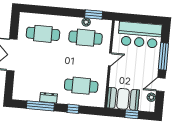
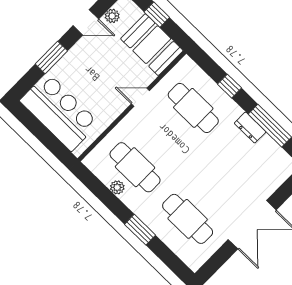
window: (94, 15) -> (140, 230), moved
window: (163, 56) -> (51, 57), width x0.69
door: (110, 59) -> (140, 97), moved

